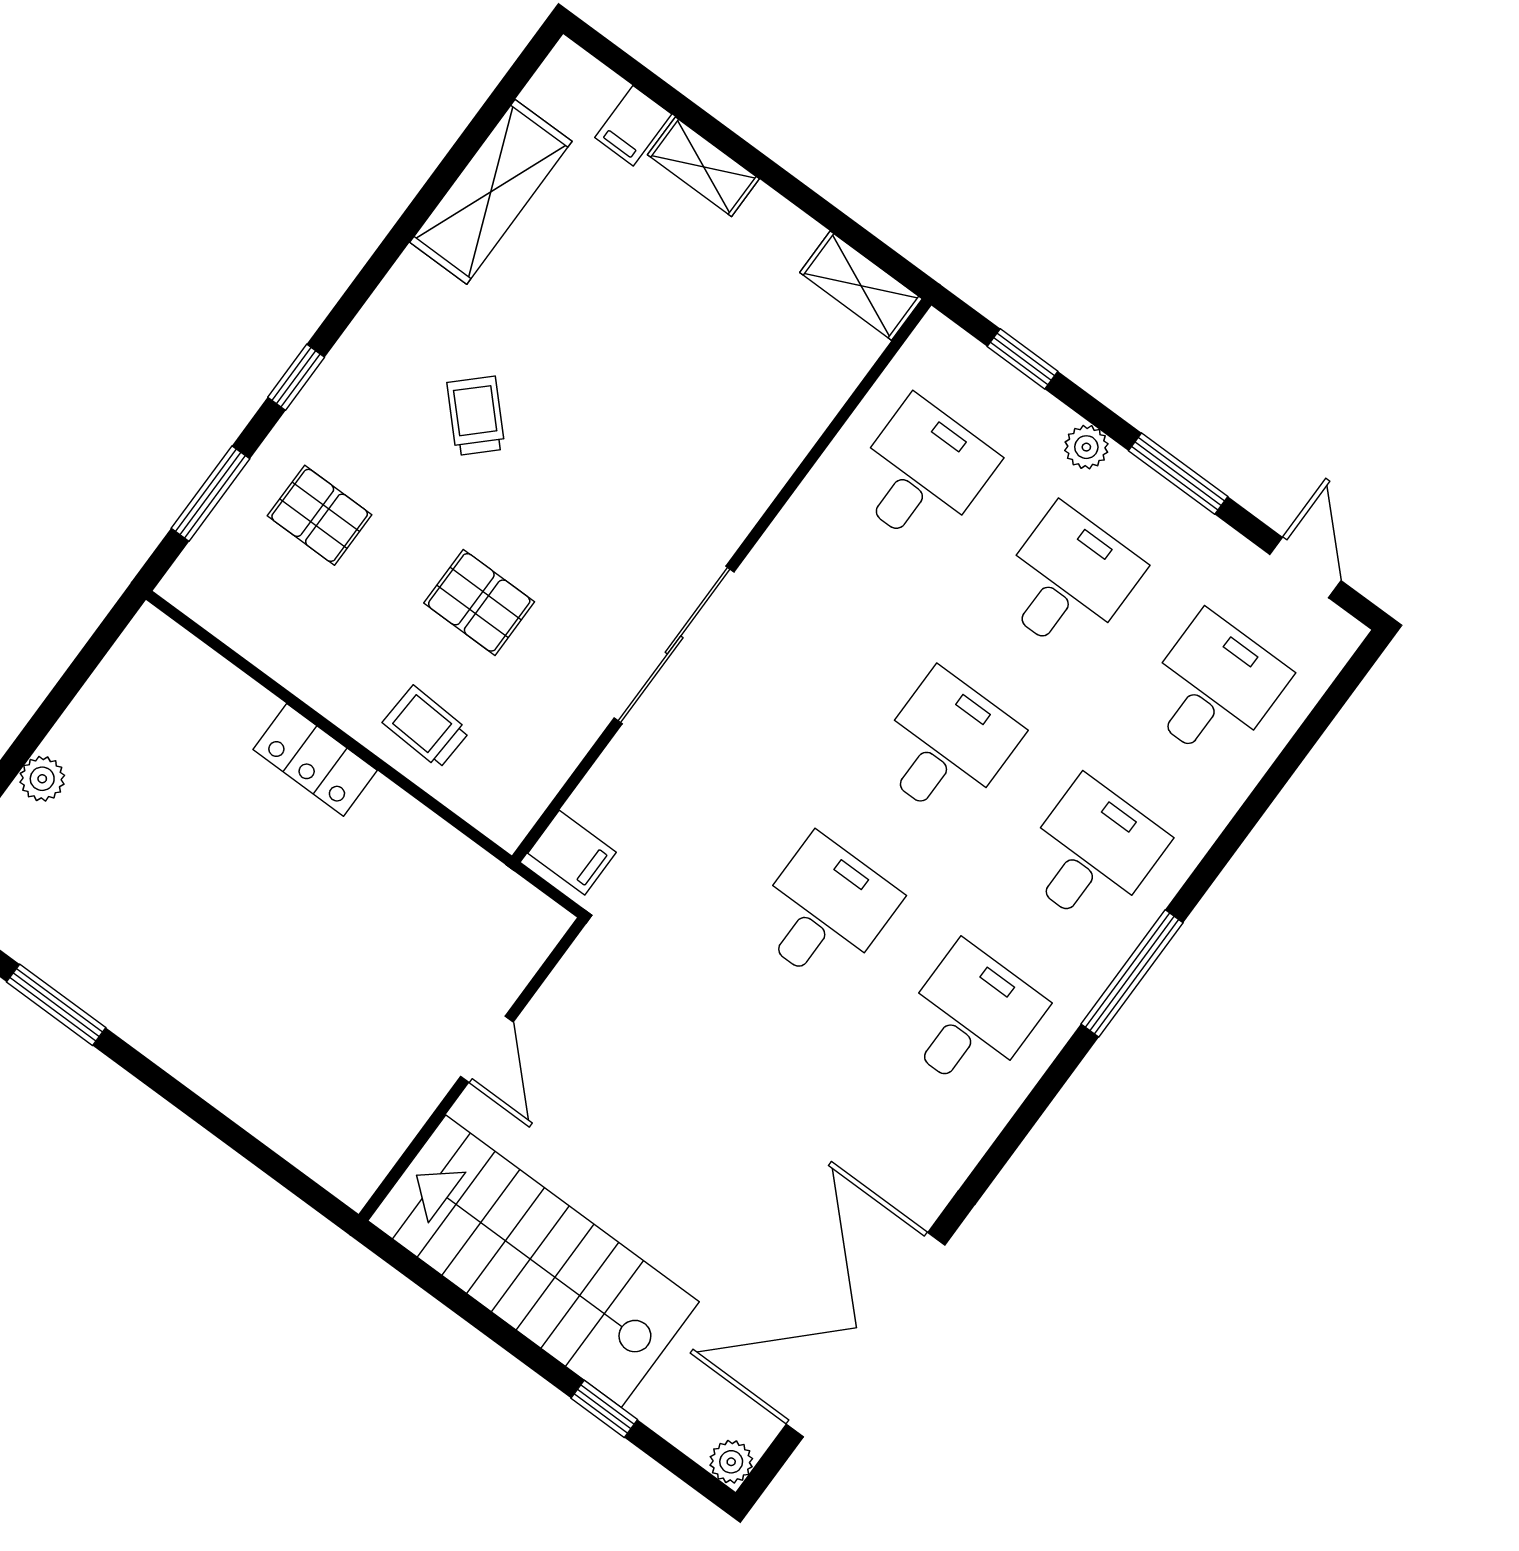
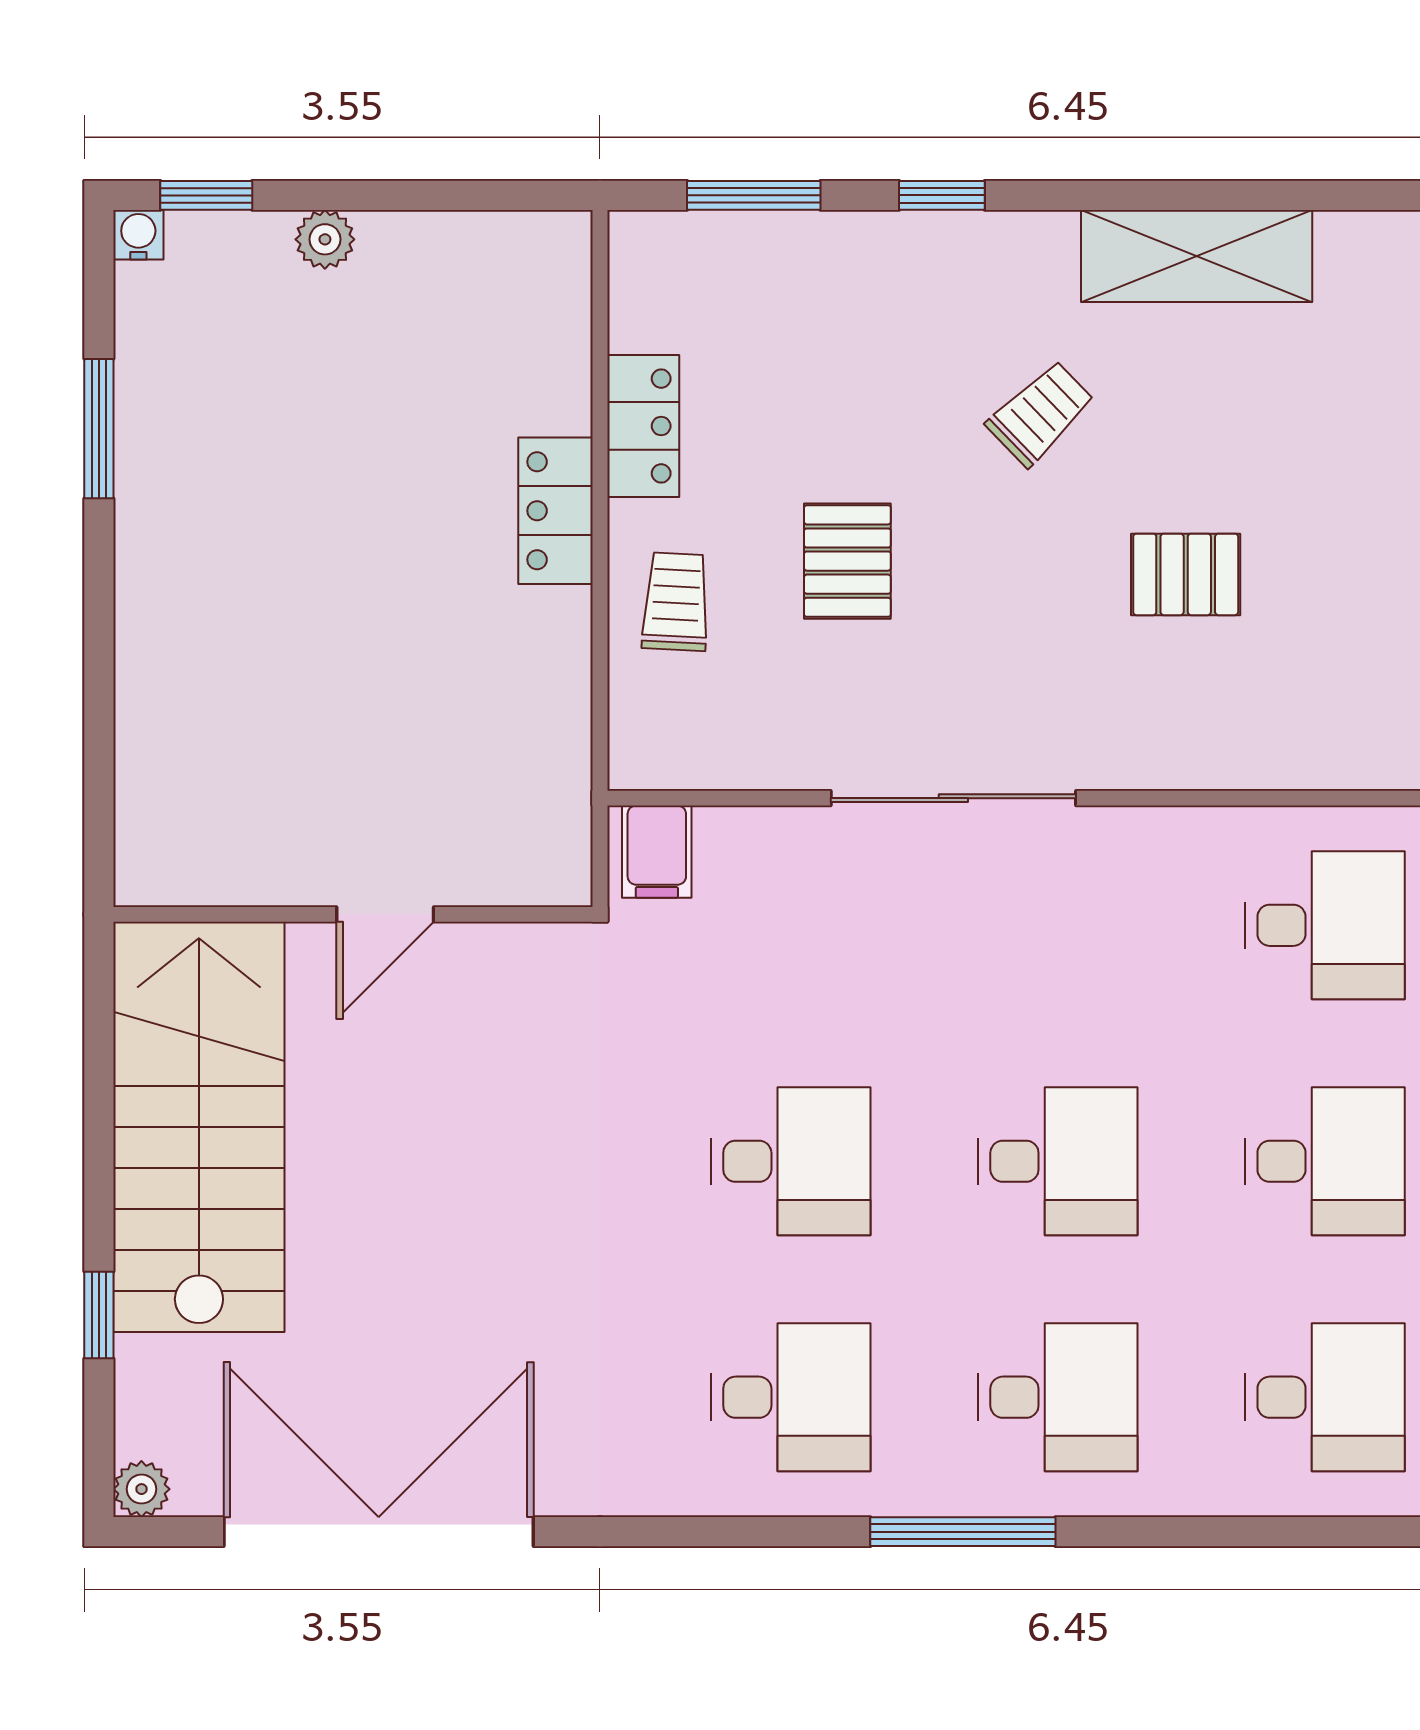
shelving: (491, 192) -> (1197, 256), moved
pallet: (320, 515) -> (1186, 574), moved, turned 90
locker: (303, 667) -> (643, 426), added

